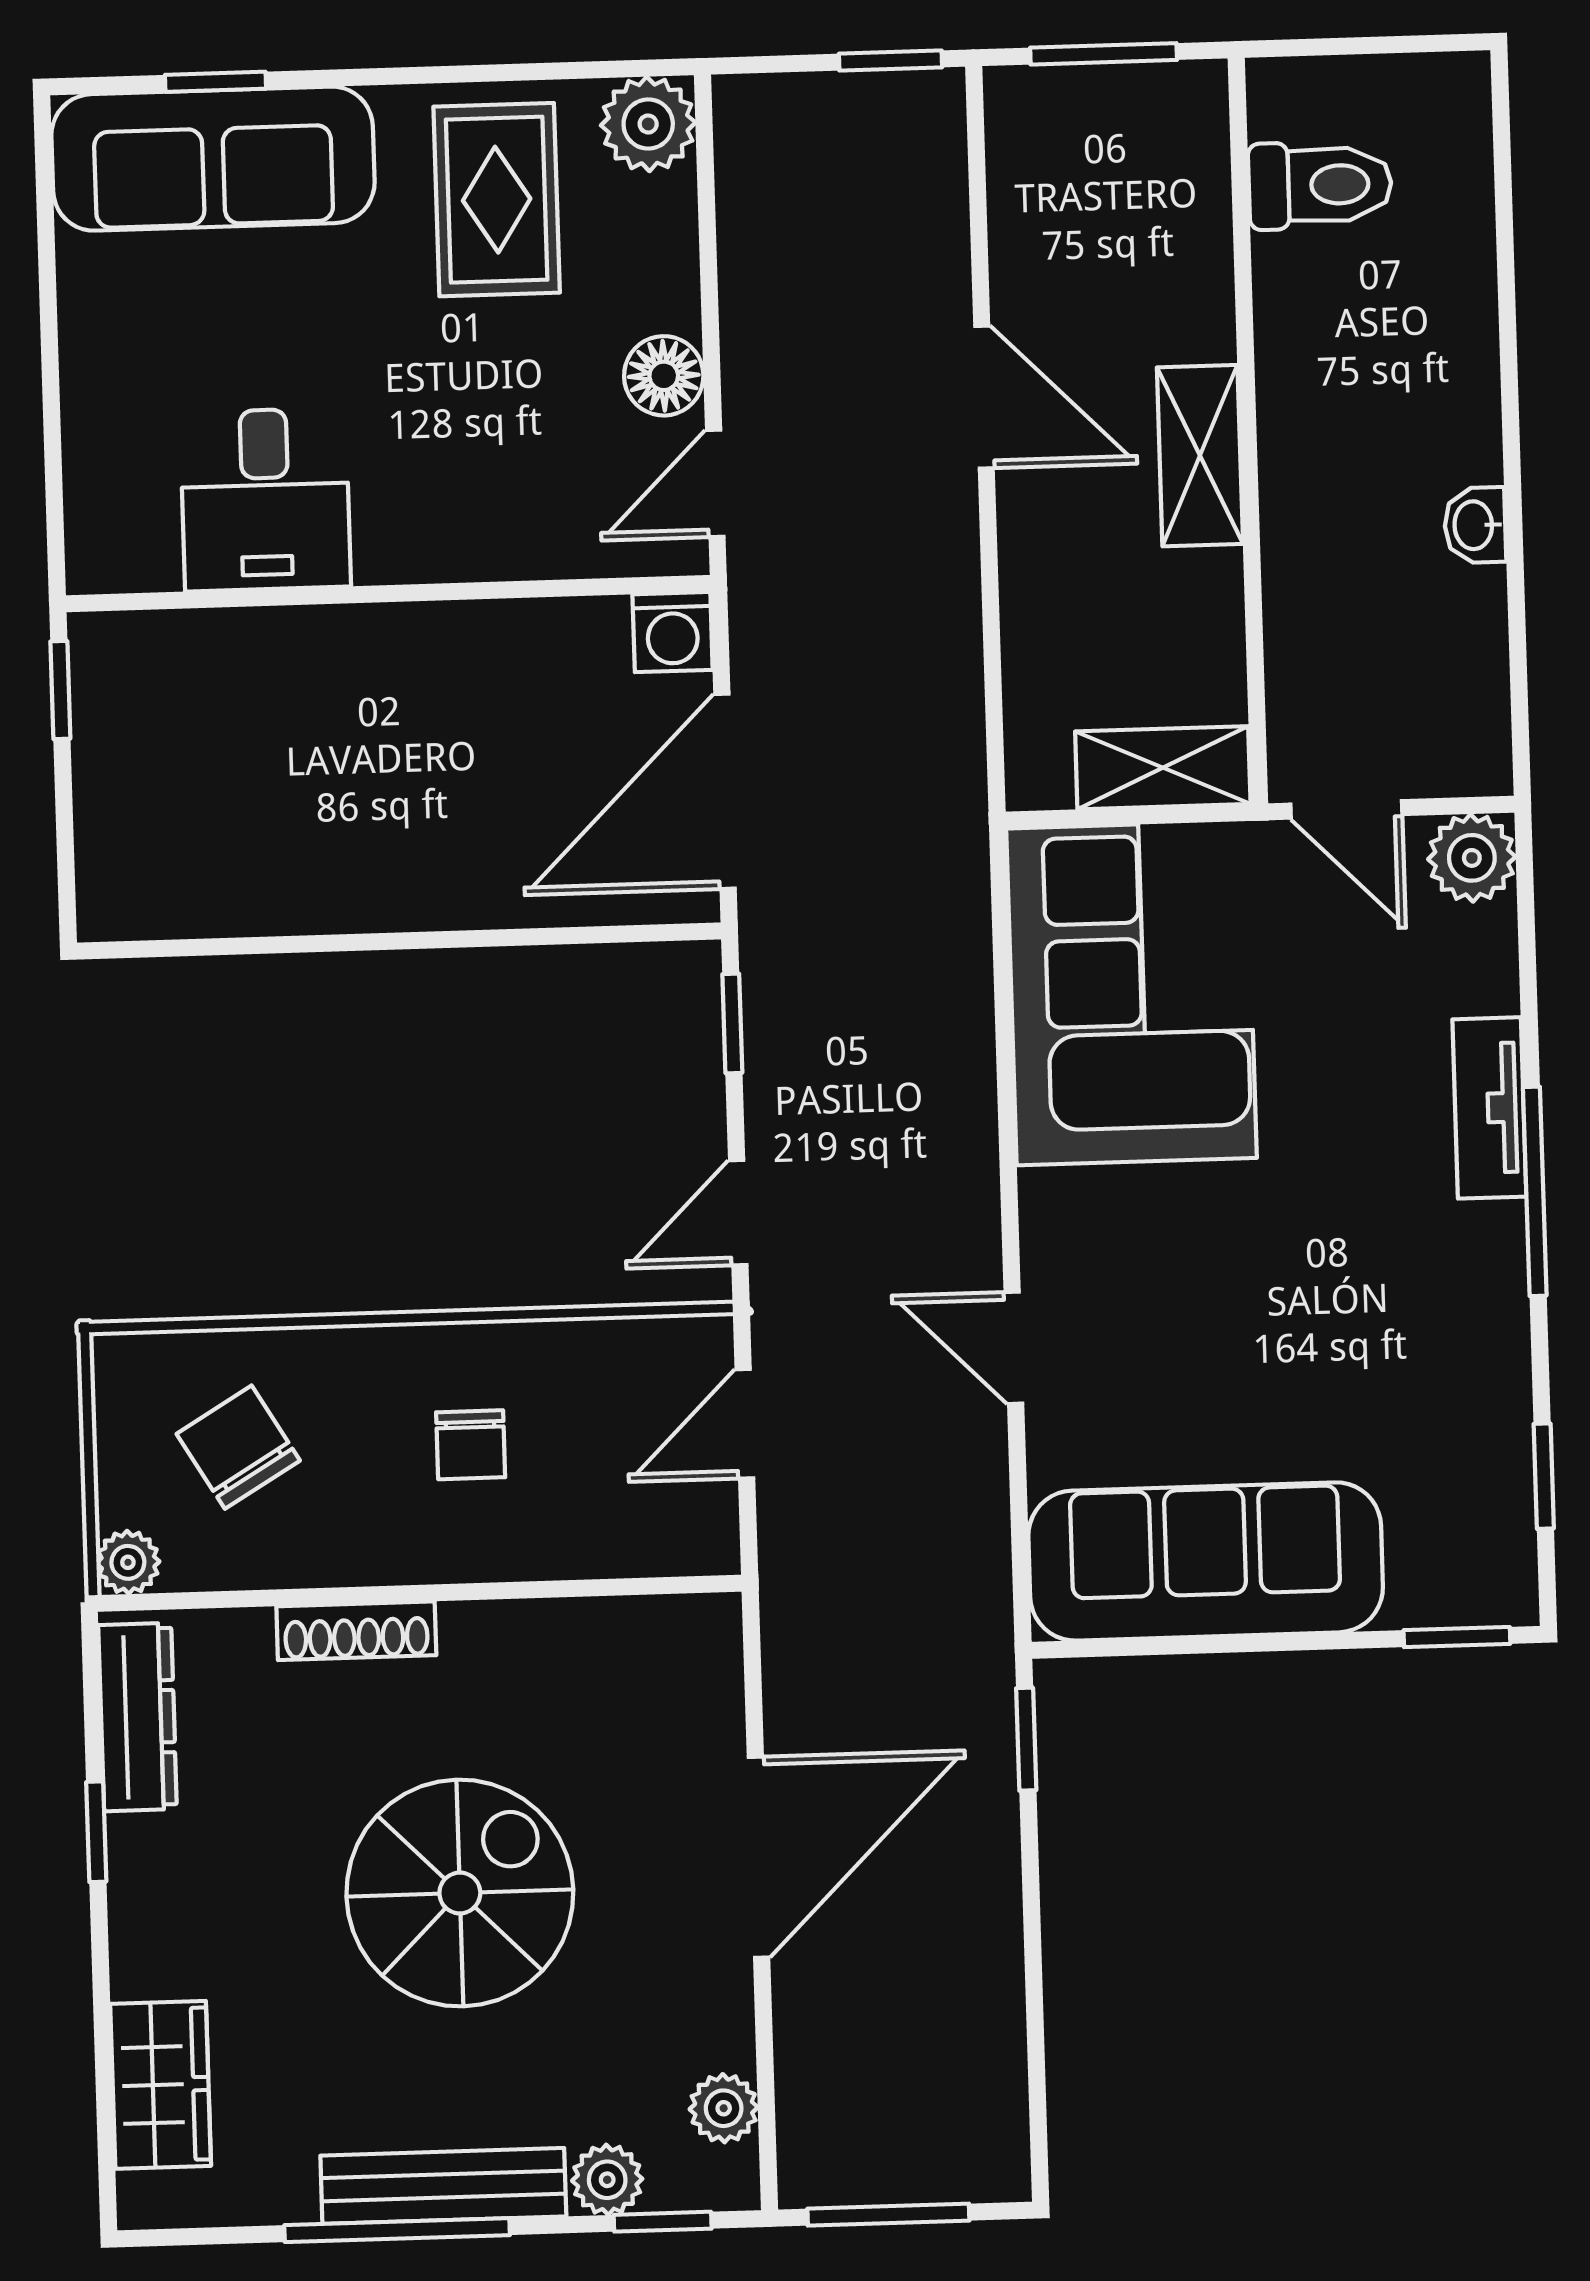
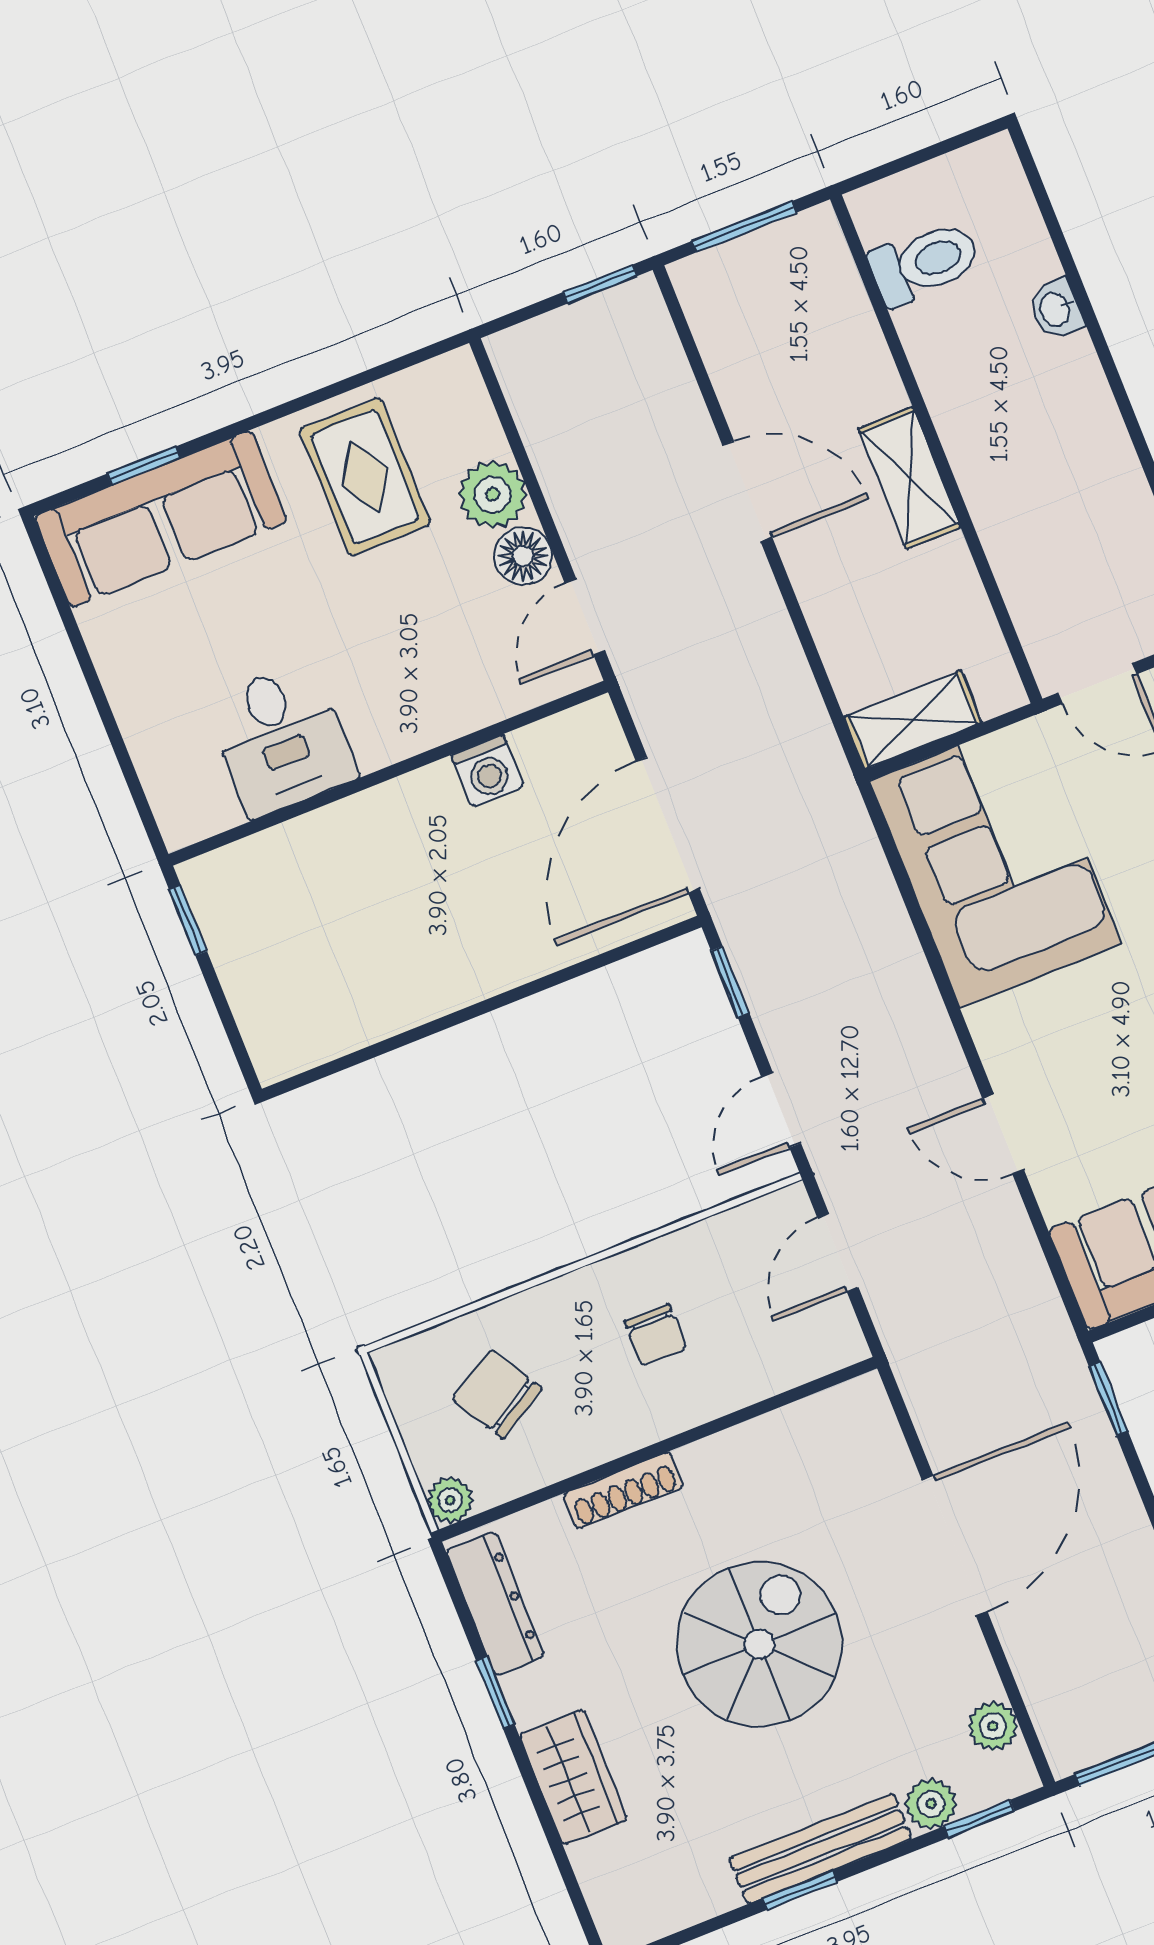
plant: (648, 124) -> (493, 495), moved
washbasin: (1475, 525) -> (1056, 309), moved
washing machine: (673, 632) -> (487, 771), moved
shelving: (1163, 768) -> (913, 720), moved
wardrobe: (161, 2085) -> (573, 1777), moved
window: (397, 2230) -> (800, 1890), width x0.46

